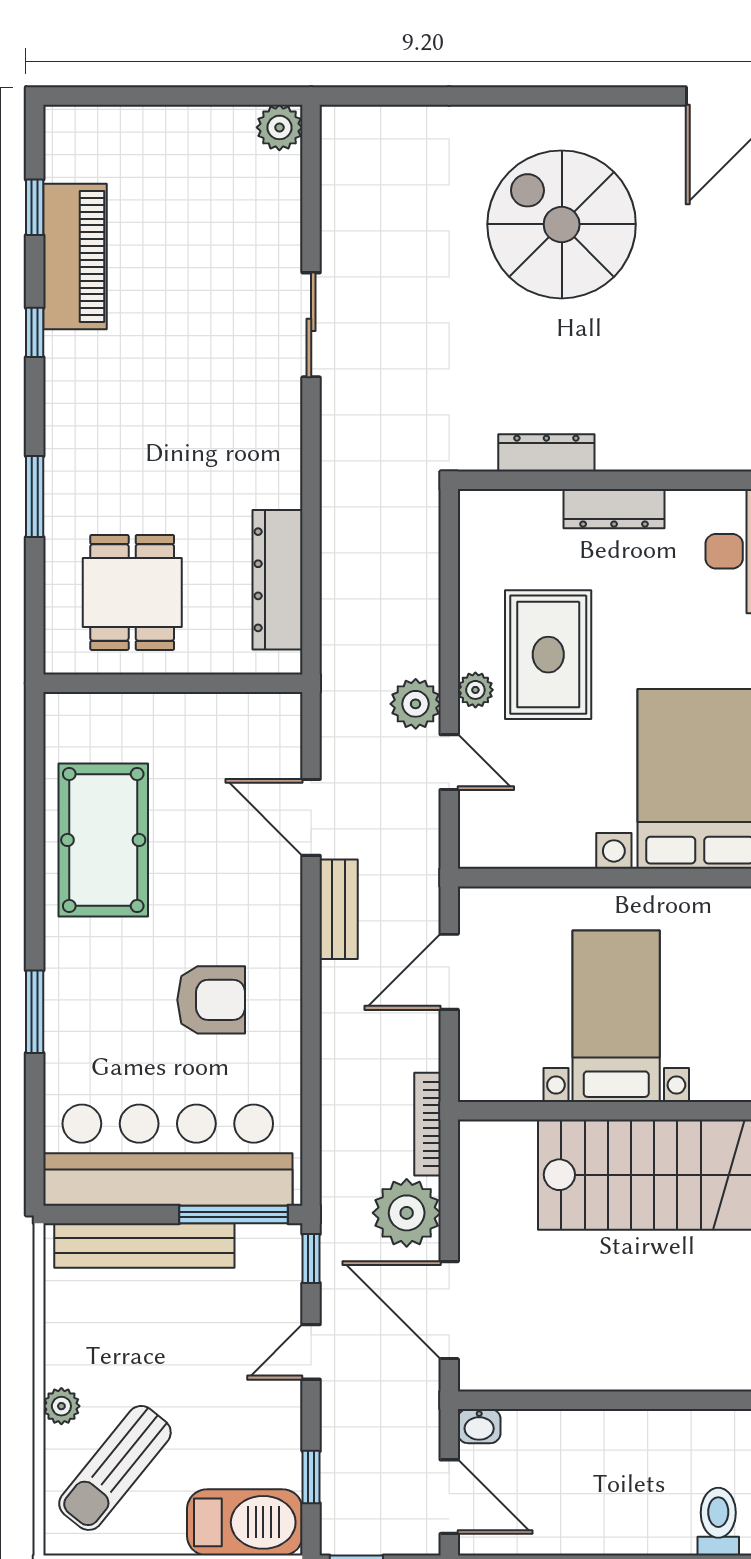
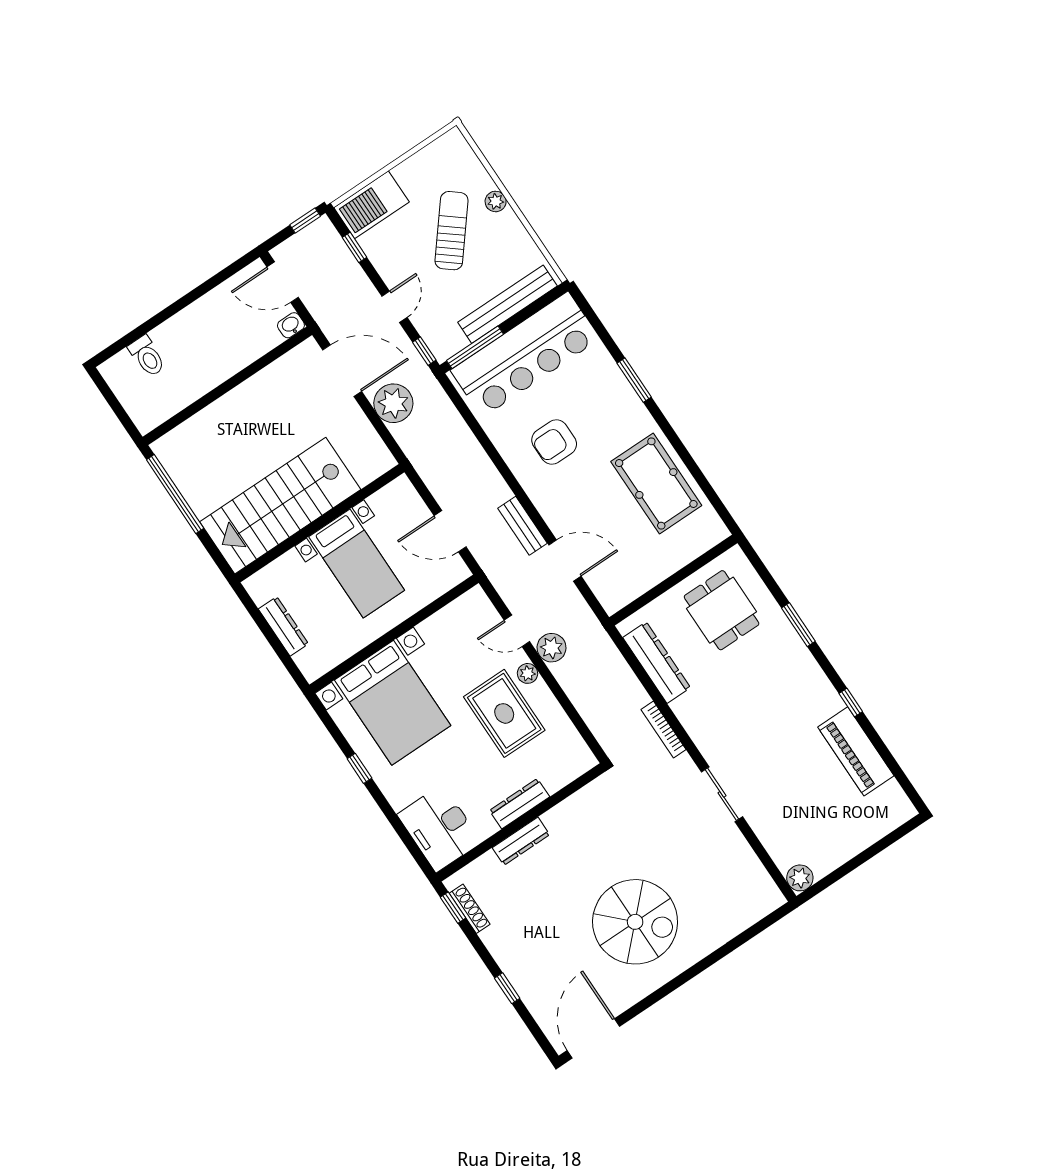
window: (35, 207) -> (891, 762), removed
dresser: (546, 453) -> (521, 841), moved
door: (449, 972) -> (450, 531), swing flipped
bookcase: (427, 1124) -> (663, 729), moved, turned 180
sun lounger: (115, 1468) -> (452, 231), moved

